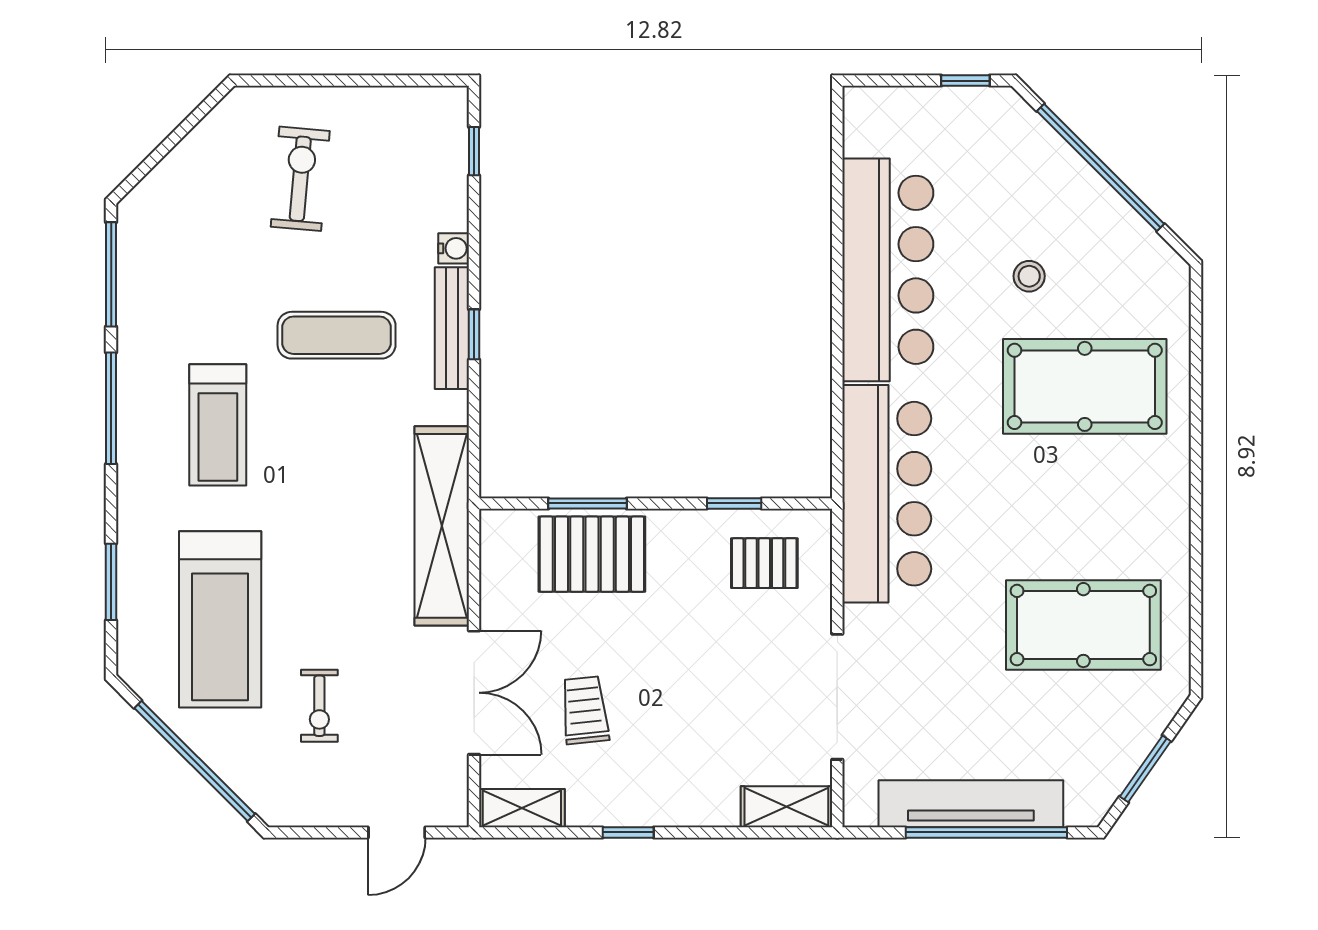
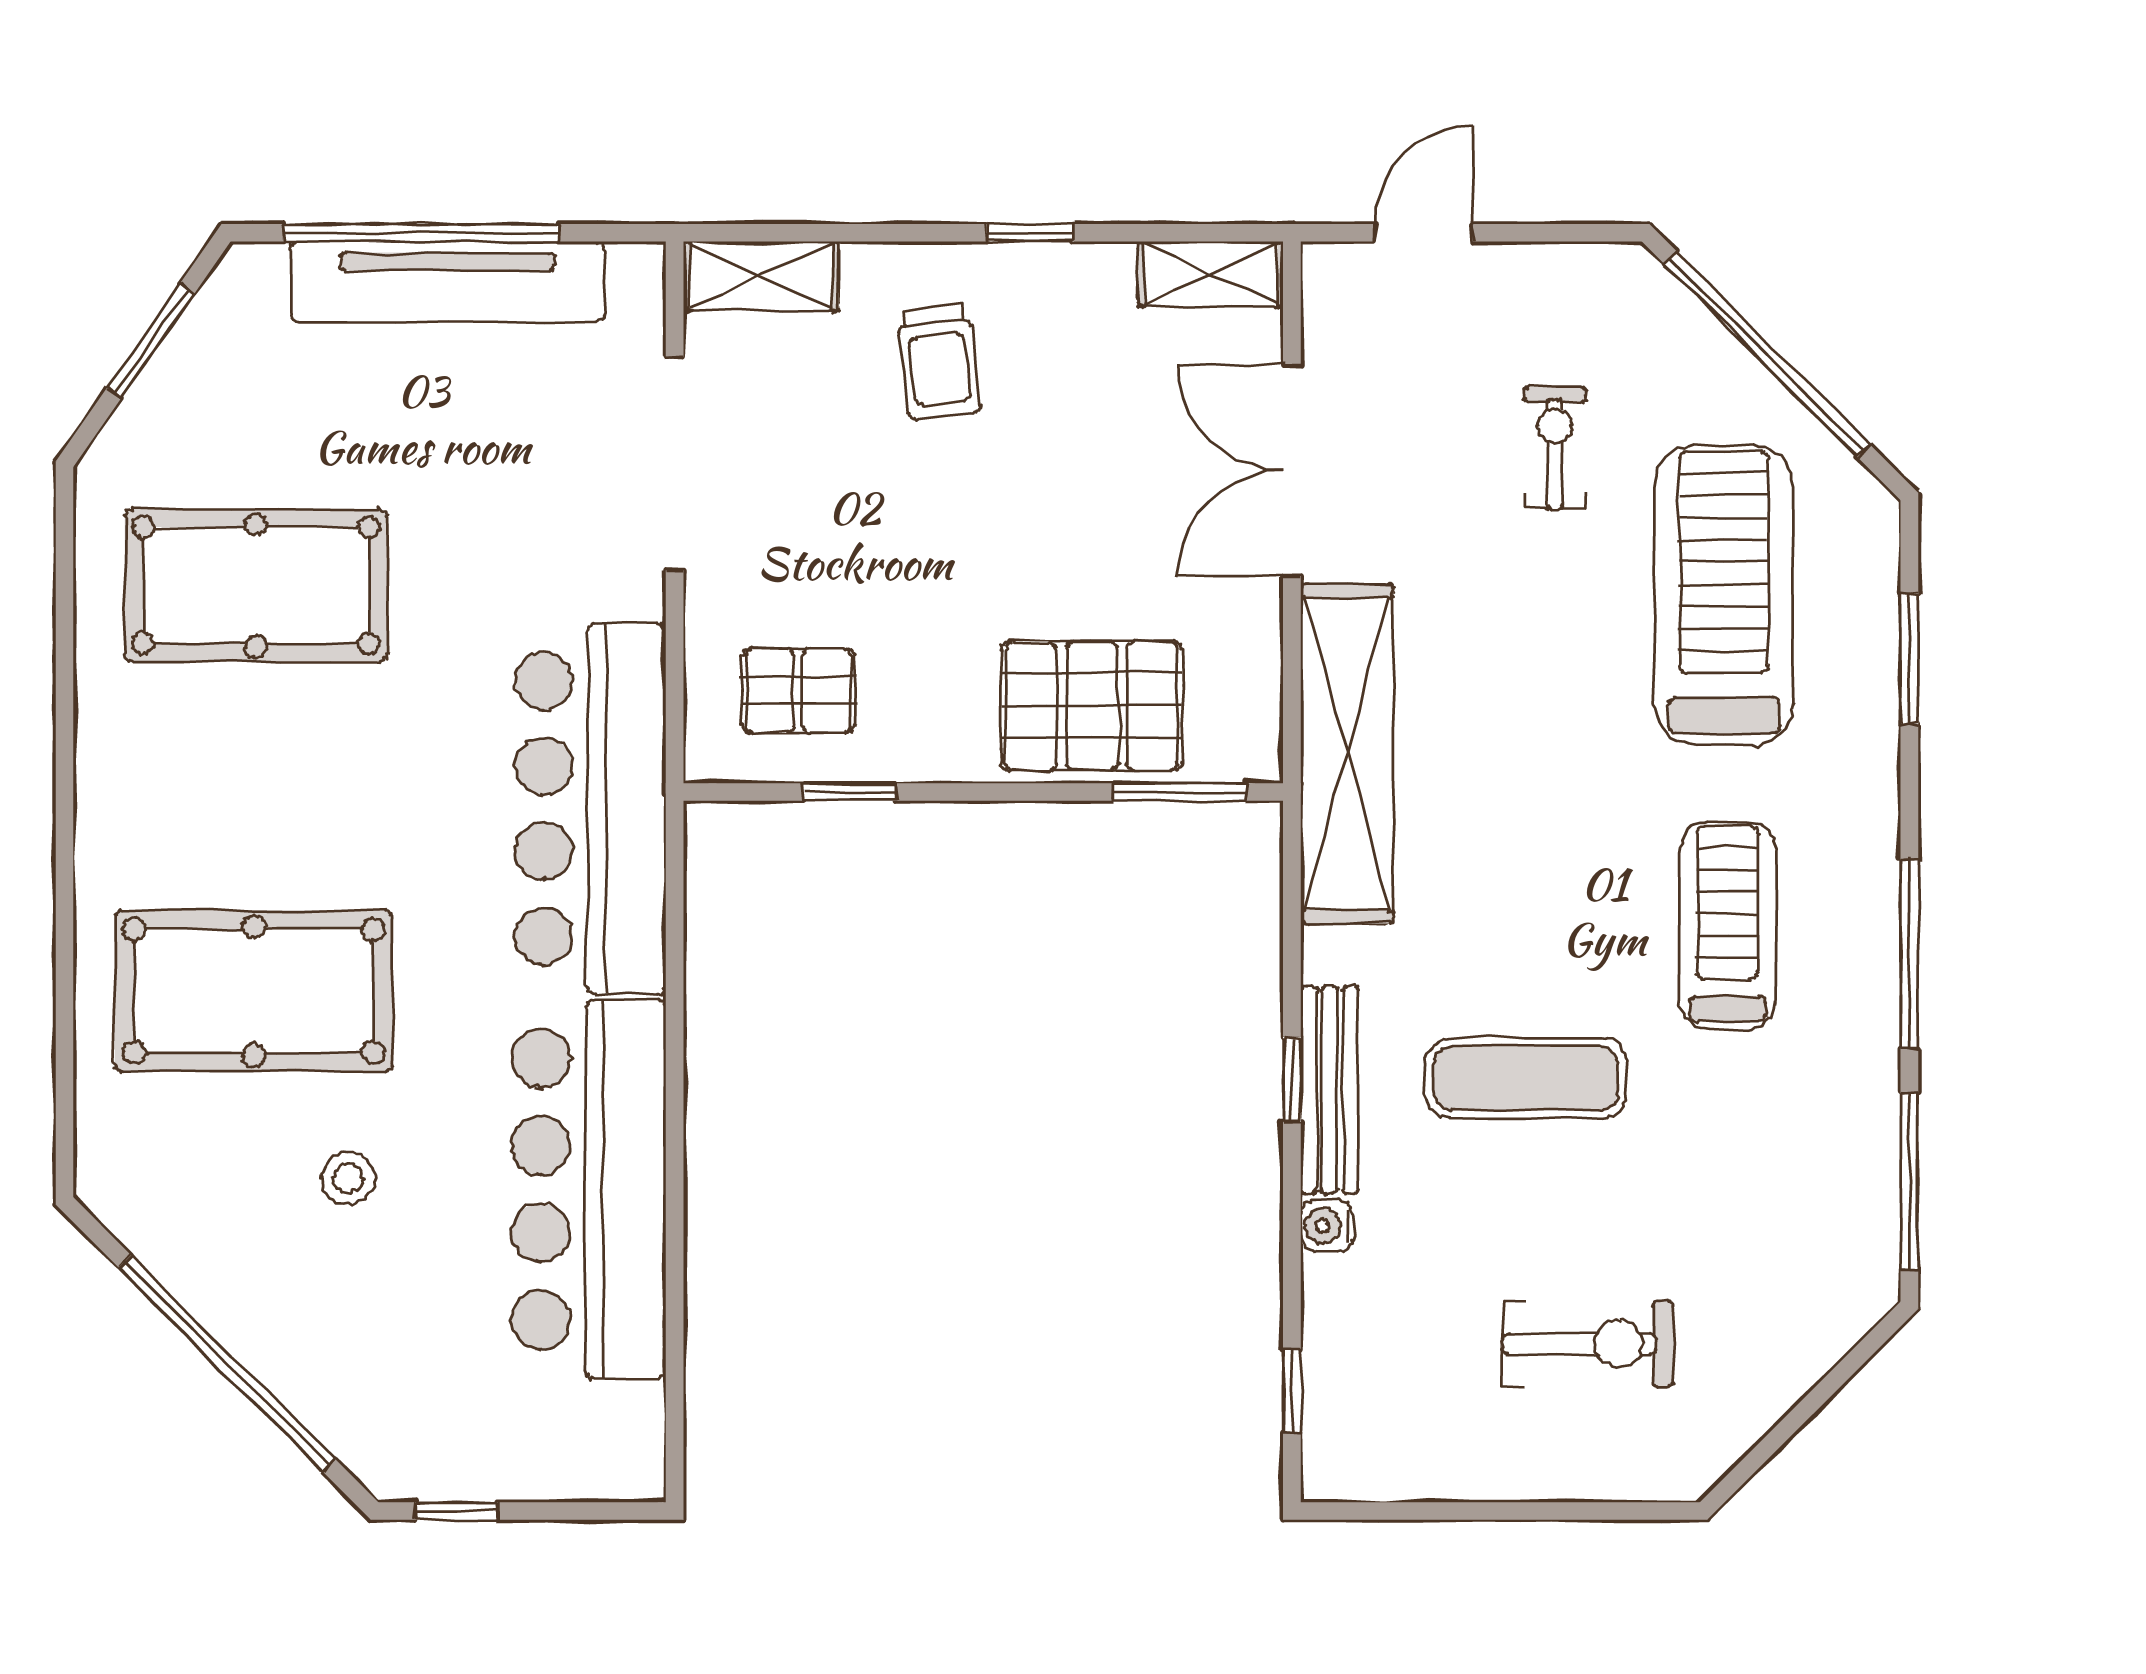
exercise bike: (300, 179) -> (1588, 1344), turned -95
window: (587, 503) -> (1179, 792), moved
trolley: (585, 710) -> (939, 362), moved

